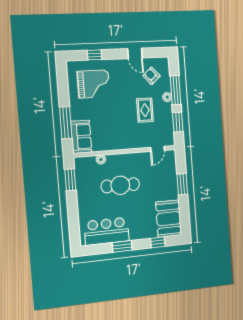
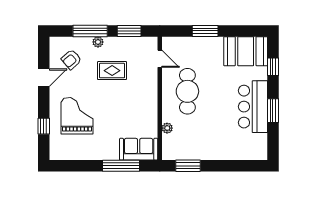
grand piano: (94, 84) -> (77, 116), moved
cafe table: (120, 185) -> (187, 91), moved
bar counter: (107, 231) -> (253, 107), moved

